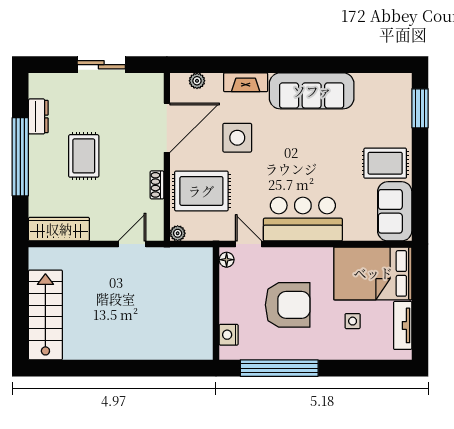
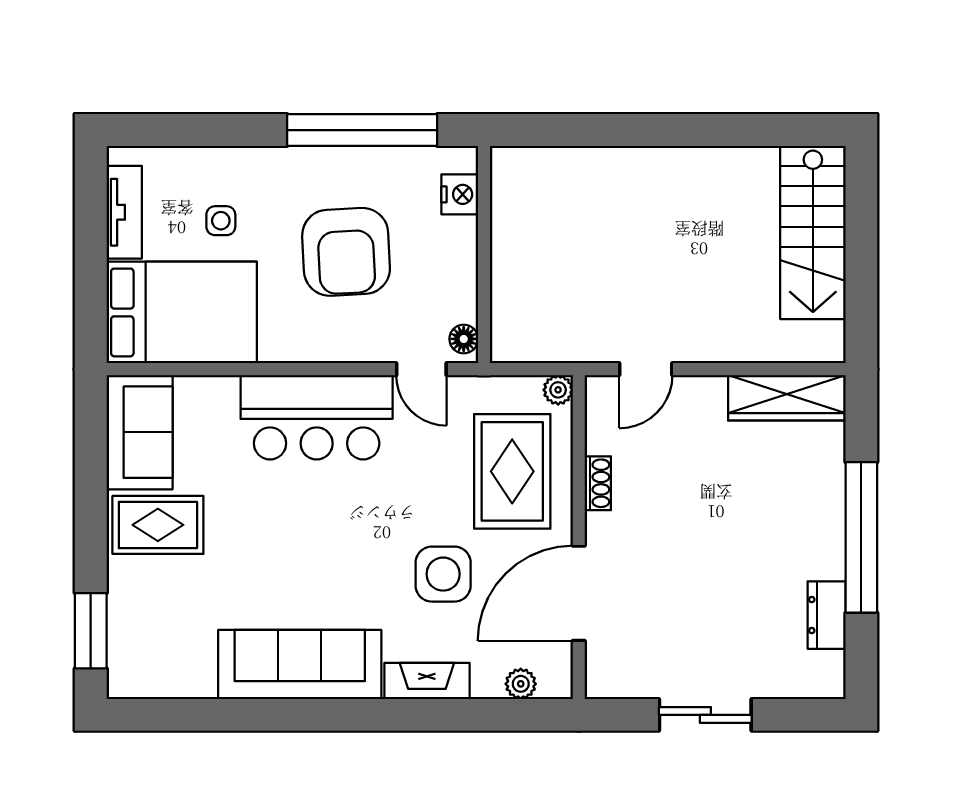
rug: (84, 156) -> (739, 539), removed
rug: (201, 191) -> (512, 471), turned 90
armchair: (288, 305) -> (346, 252), turned -93

